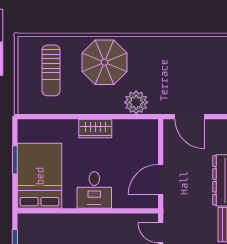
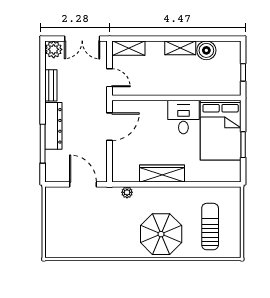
plant: (136, 102) -> (127, 192), width x0.53, depth x0.53
wardrobe: (95, 128) -> (162, 173), width x1.50
desk: (94, 190) -> (183, 117), moved

